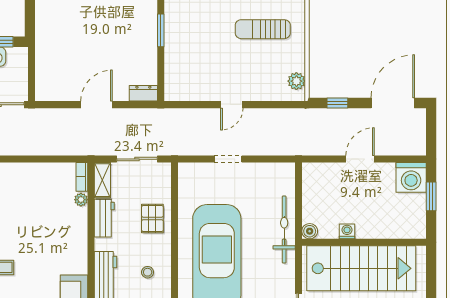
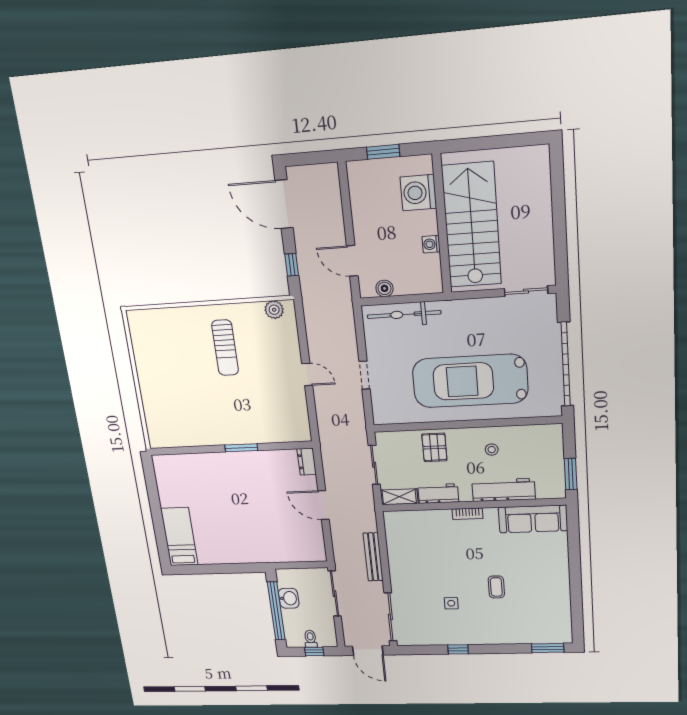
bench: (38, 148) -> (373, 557), added
door: (360, 159) -> (352, 261), moved
bookcase: (82, 177) -> (467, 514), moved
washing machine: (411, 177) -> (418, 193), moved, turned 180
plant: (81, 200) -> (421, 516), removed
pallet: (152, 218) -> (434, 447), turned 90
bicycle: (284, 229) -> (404, 314), moved
boiler: (310, 231) -> (385, 288), moved

